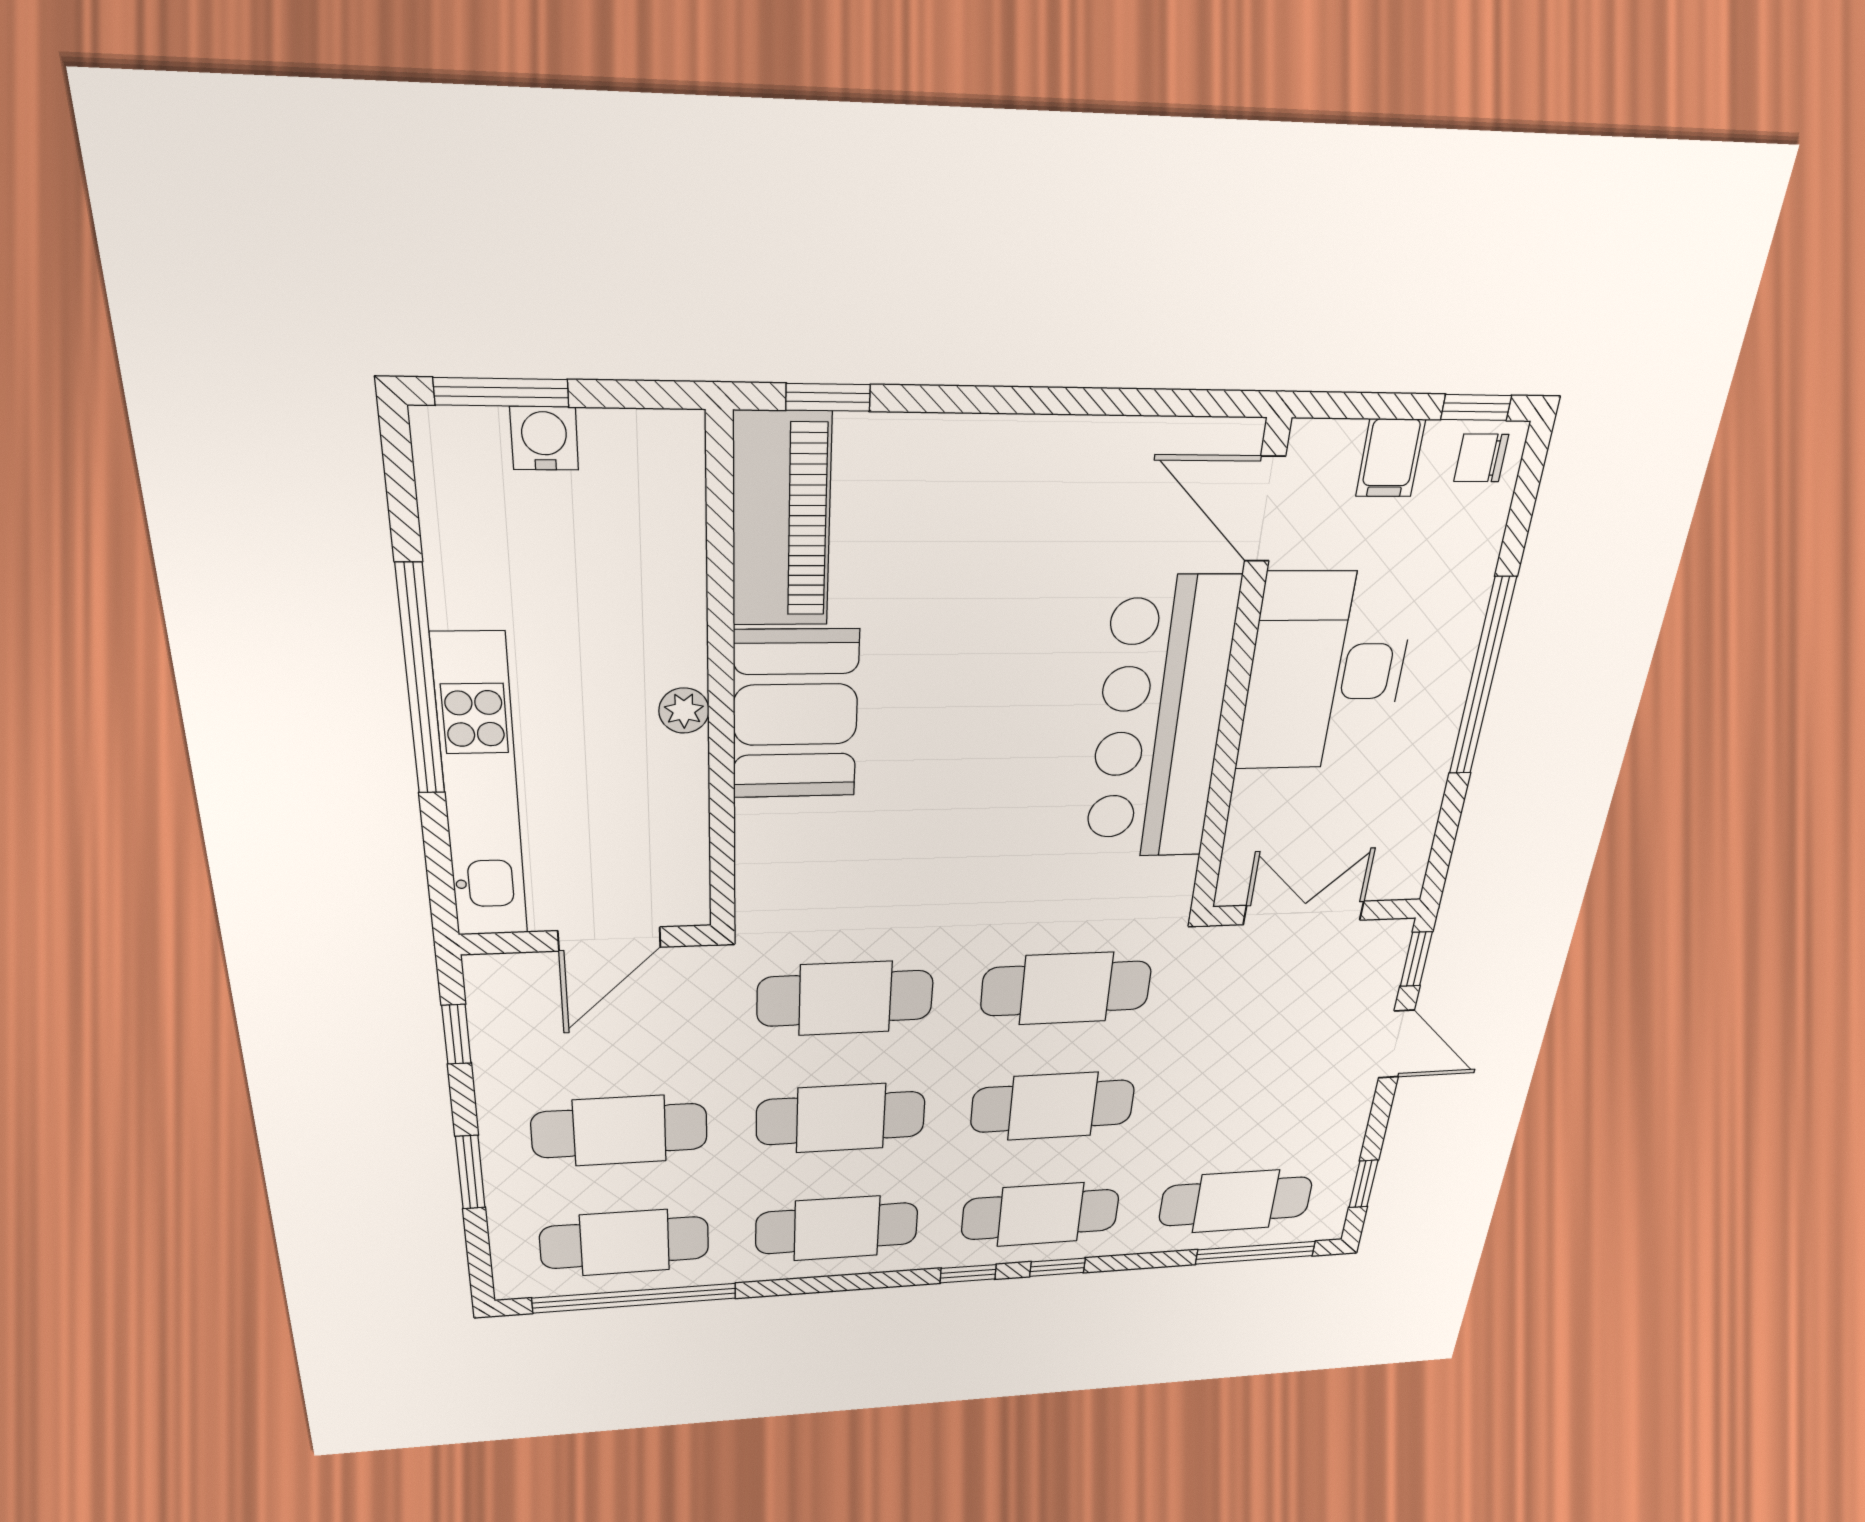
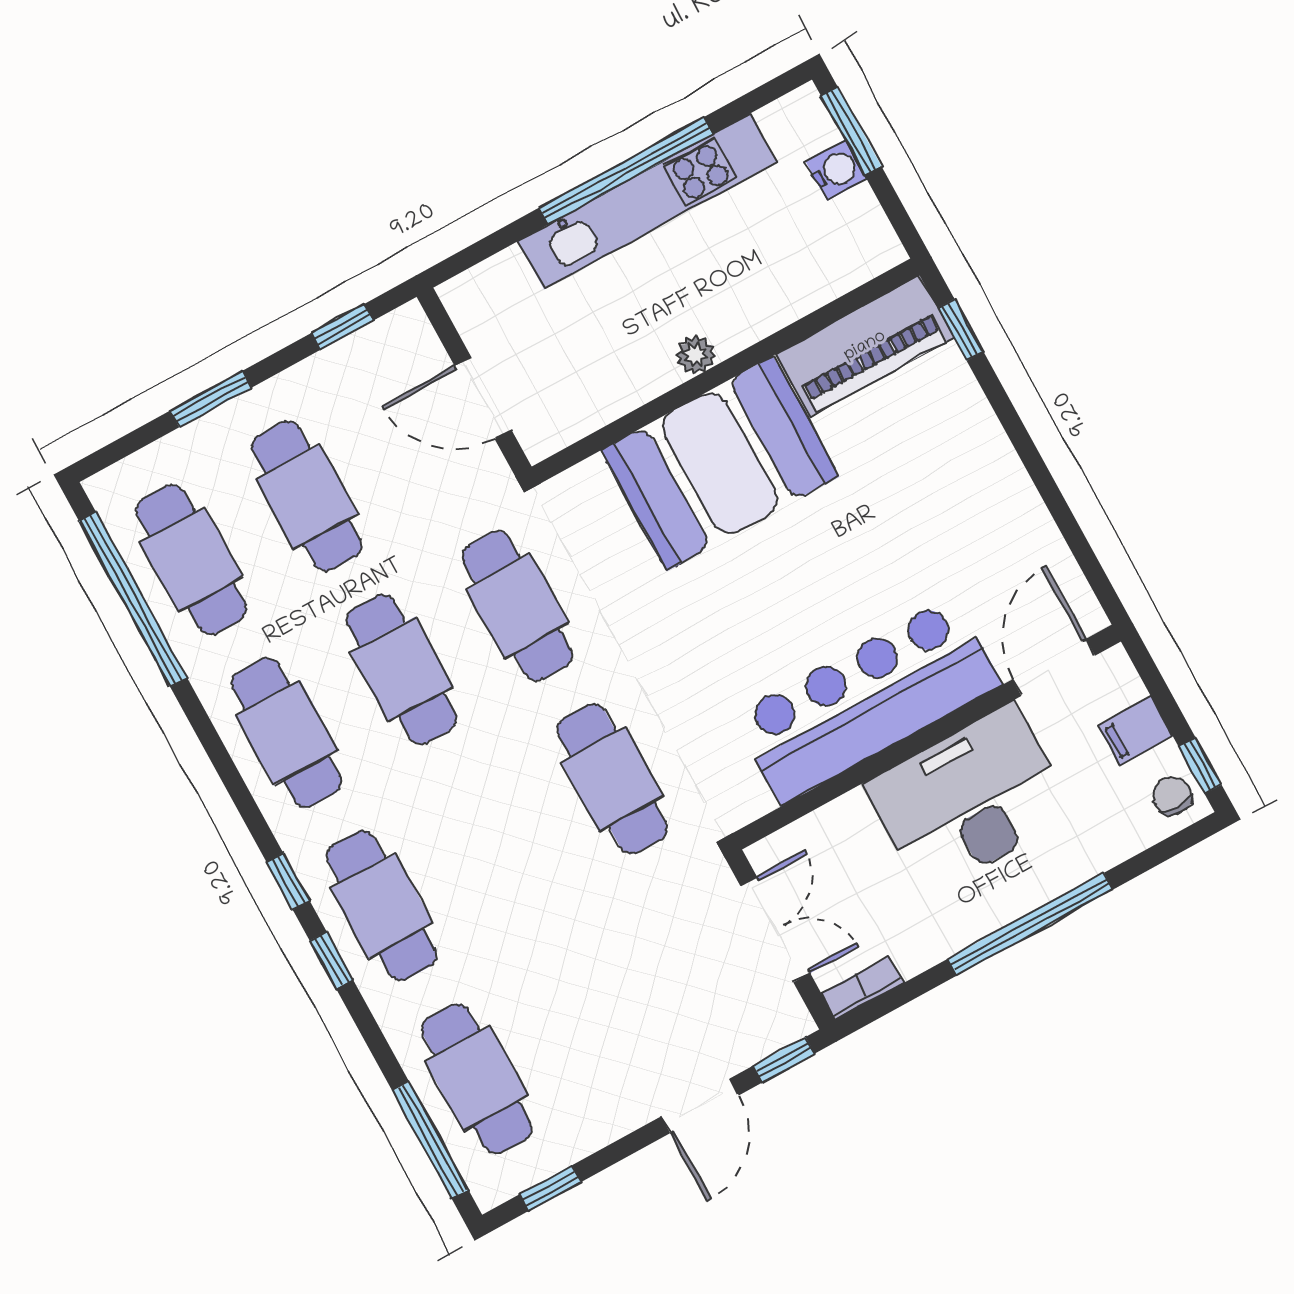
booth: (796, 715) -> (720, 463), width x1.36, depth x1.42
kitchen unit: (481, 790) -> (647, 201), moved
bookcase: (1413, 863) -> (862, 988), added
cafe table: (1053, 1106) -> (497, 842), removed

